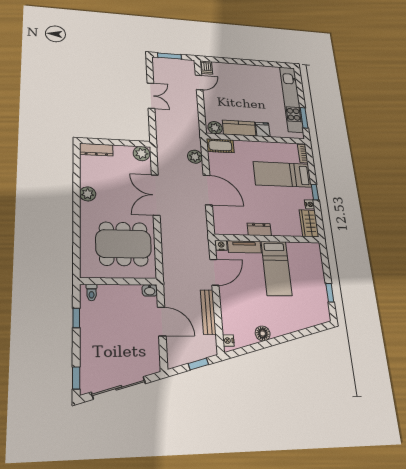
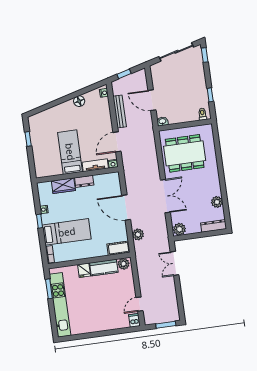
double door: (151, 96) -> (175, 263), moved
plant: (88, 194) -> (217, 202), moved
wardrobe: (309, 223) -> (63, 186), moved, turned 90

